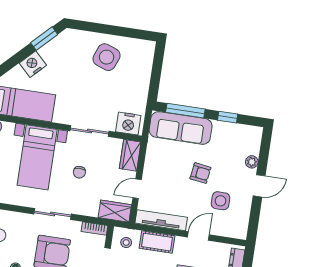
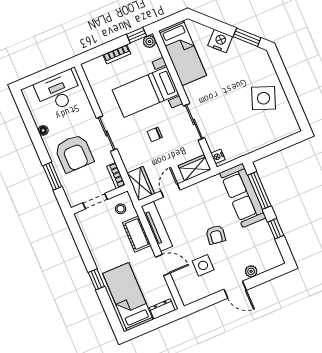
nightstand: (128, 124) -> (218, 156), width x0.53, depth x0.56
door: (137, 189) -> (170, 190), hinge flipped

